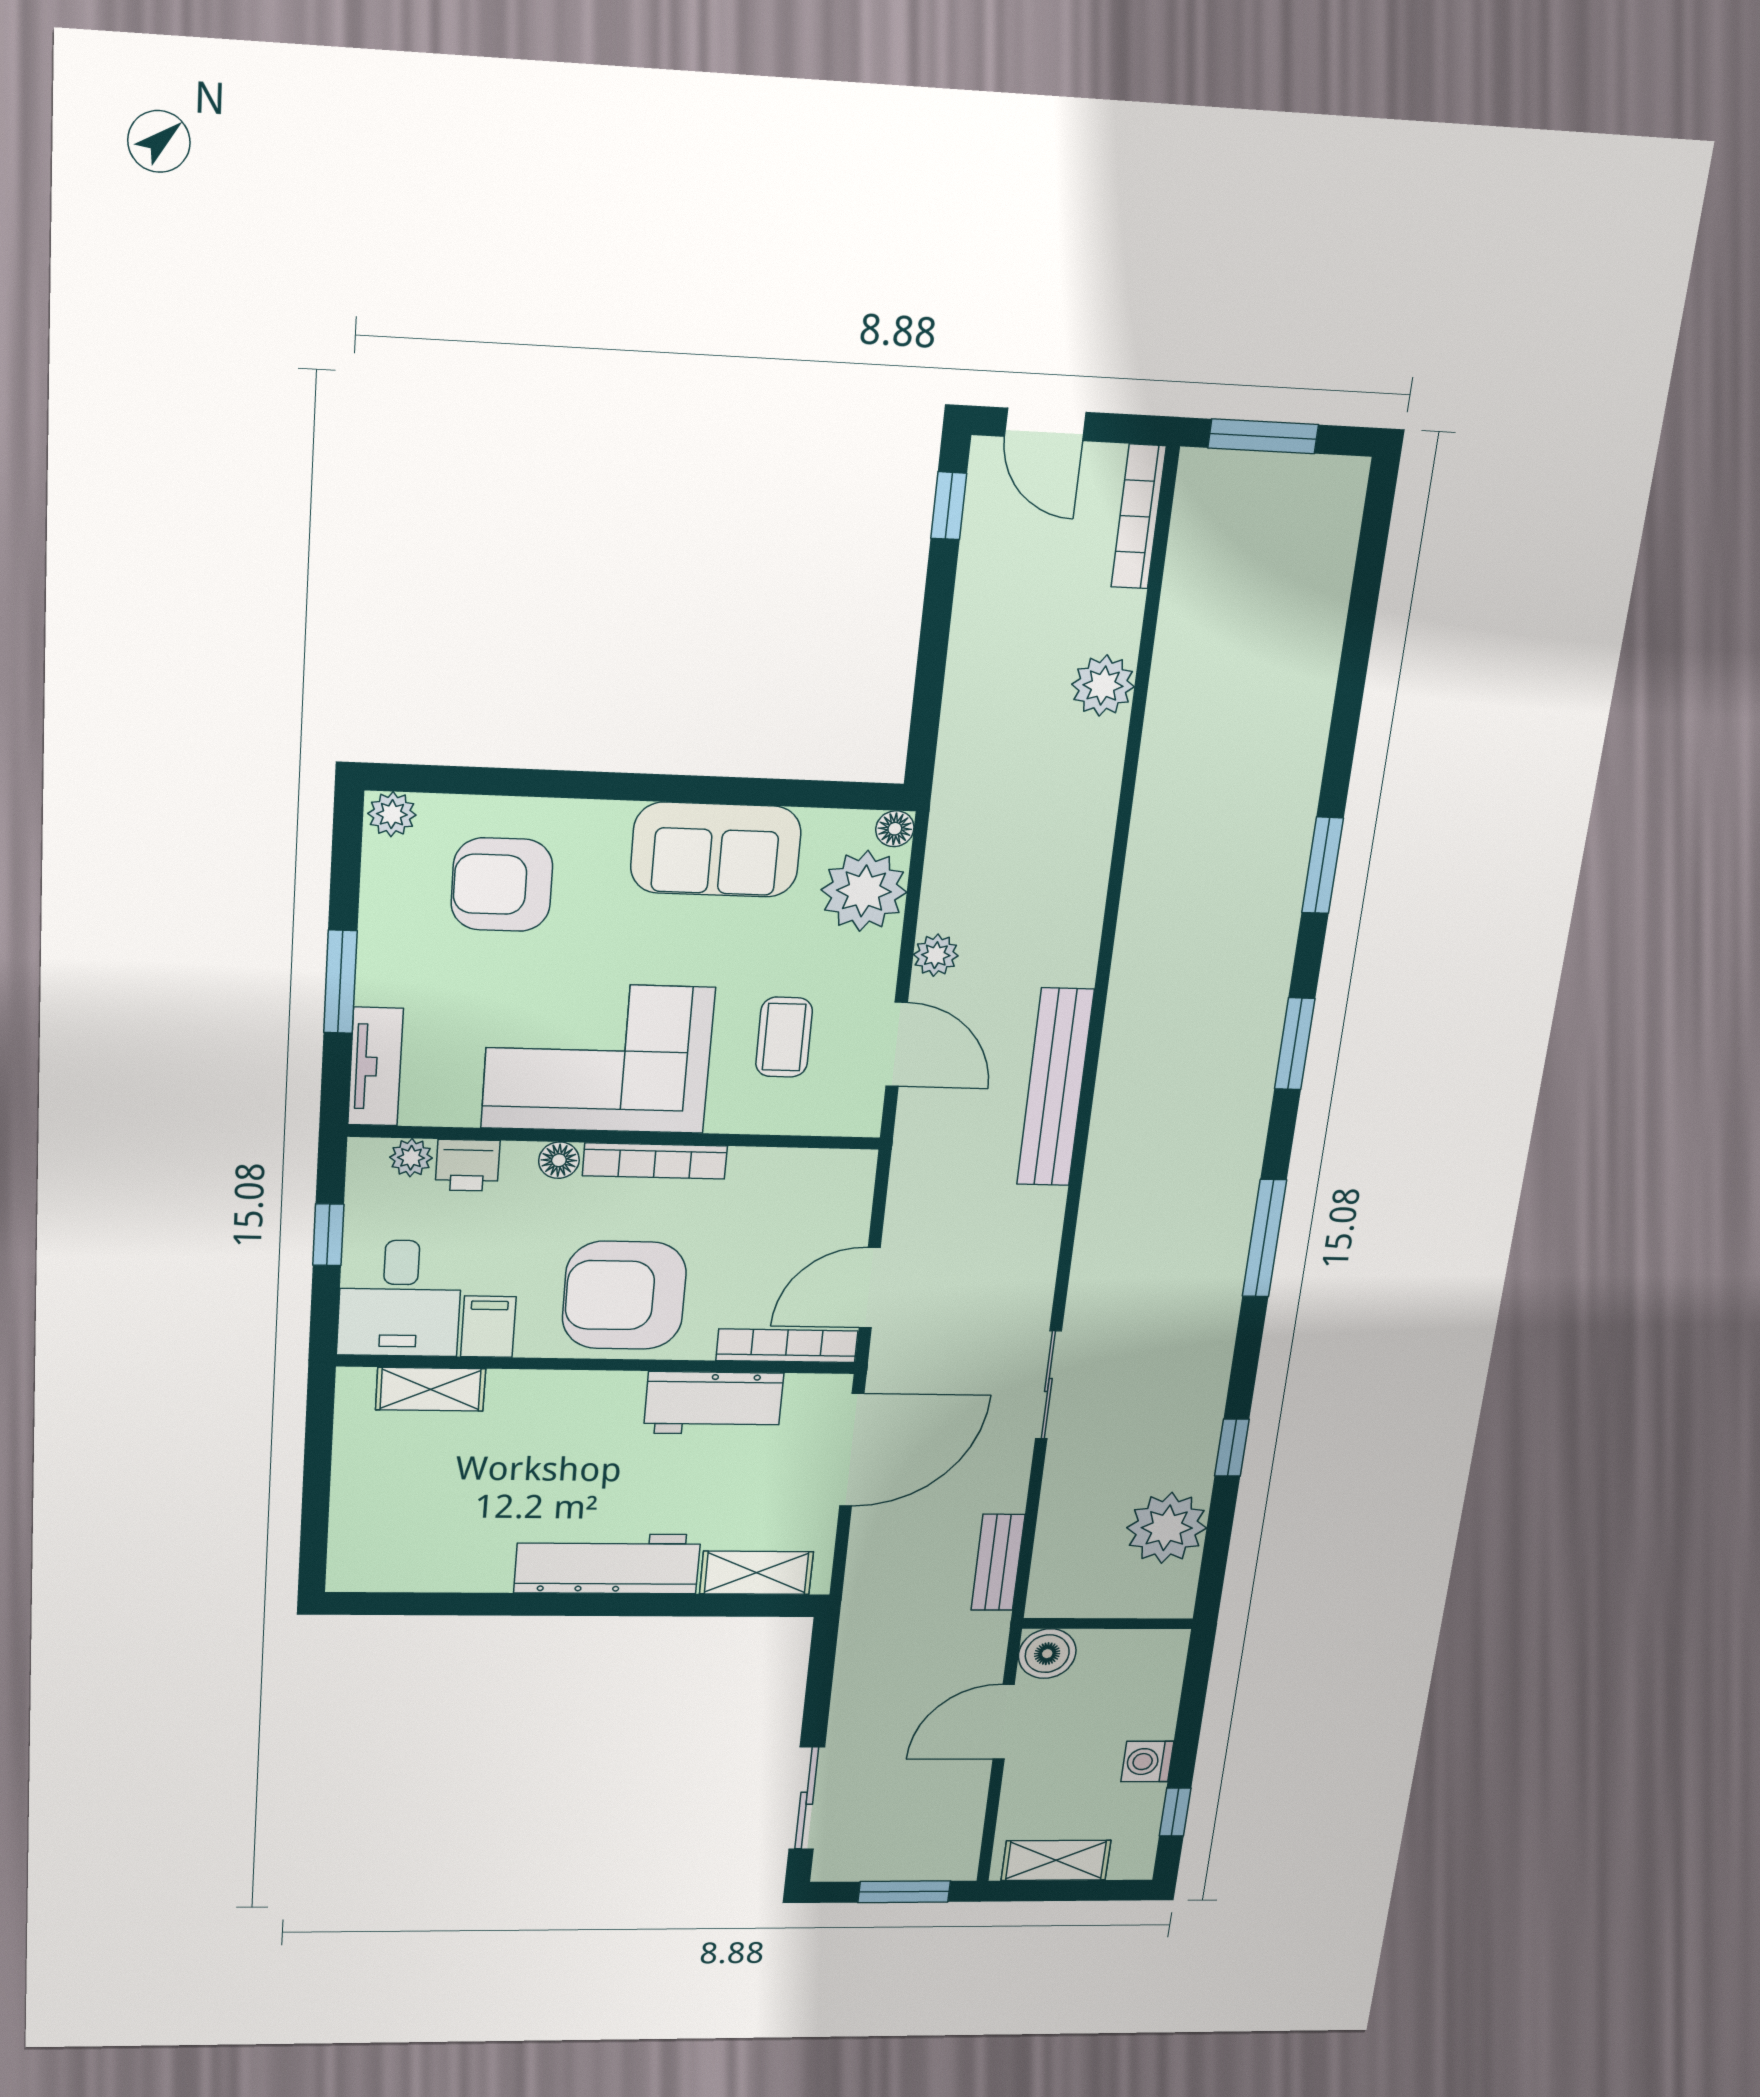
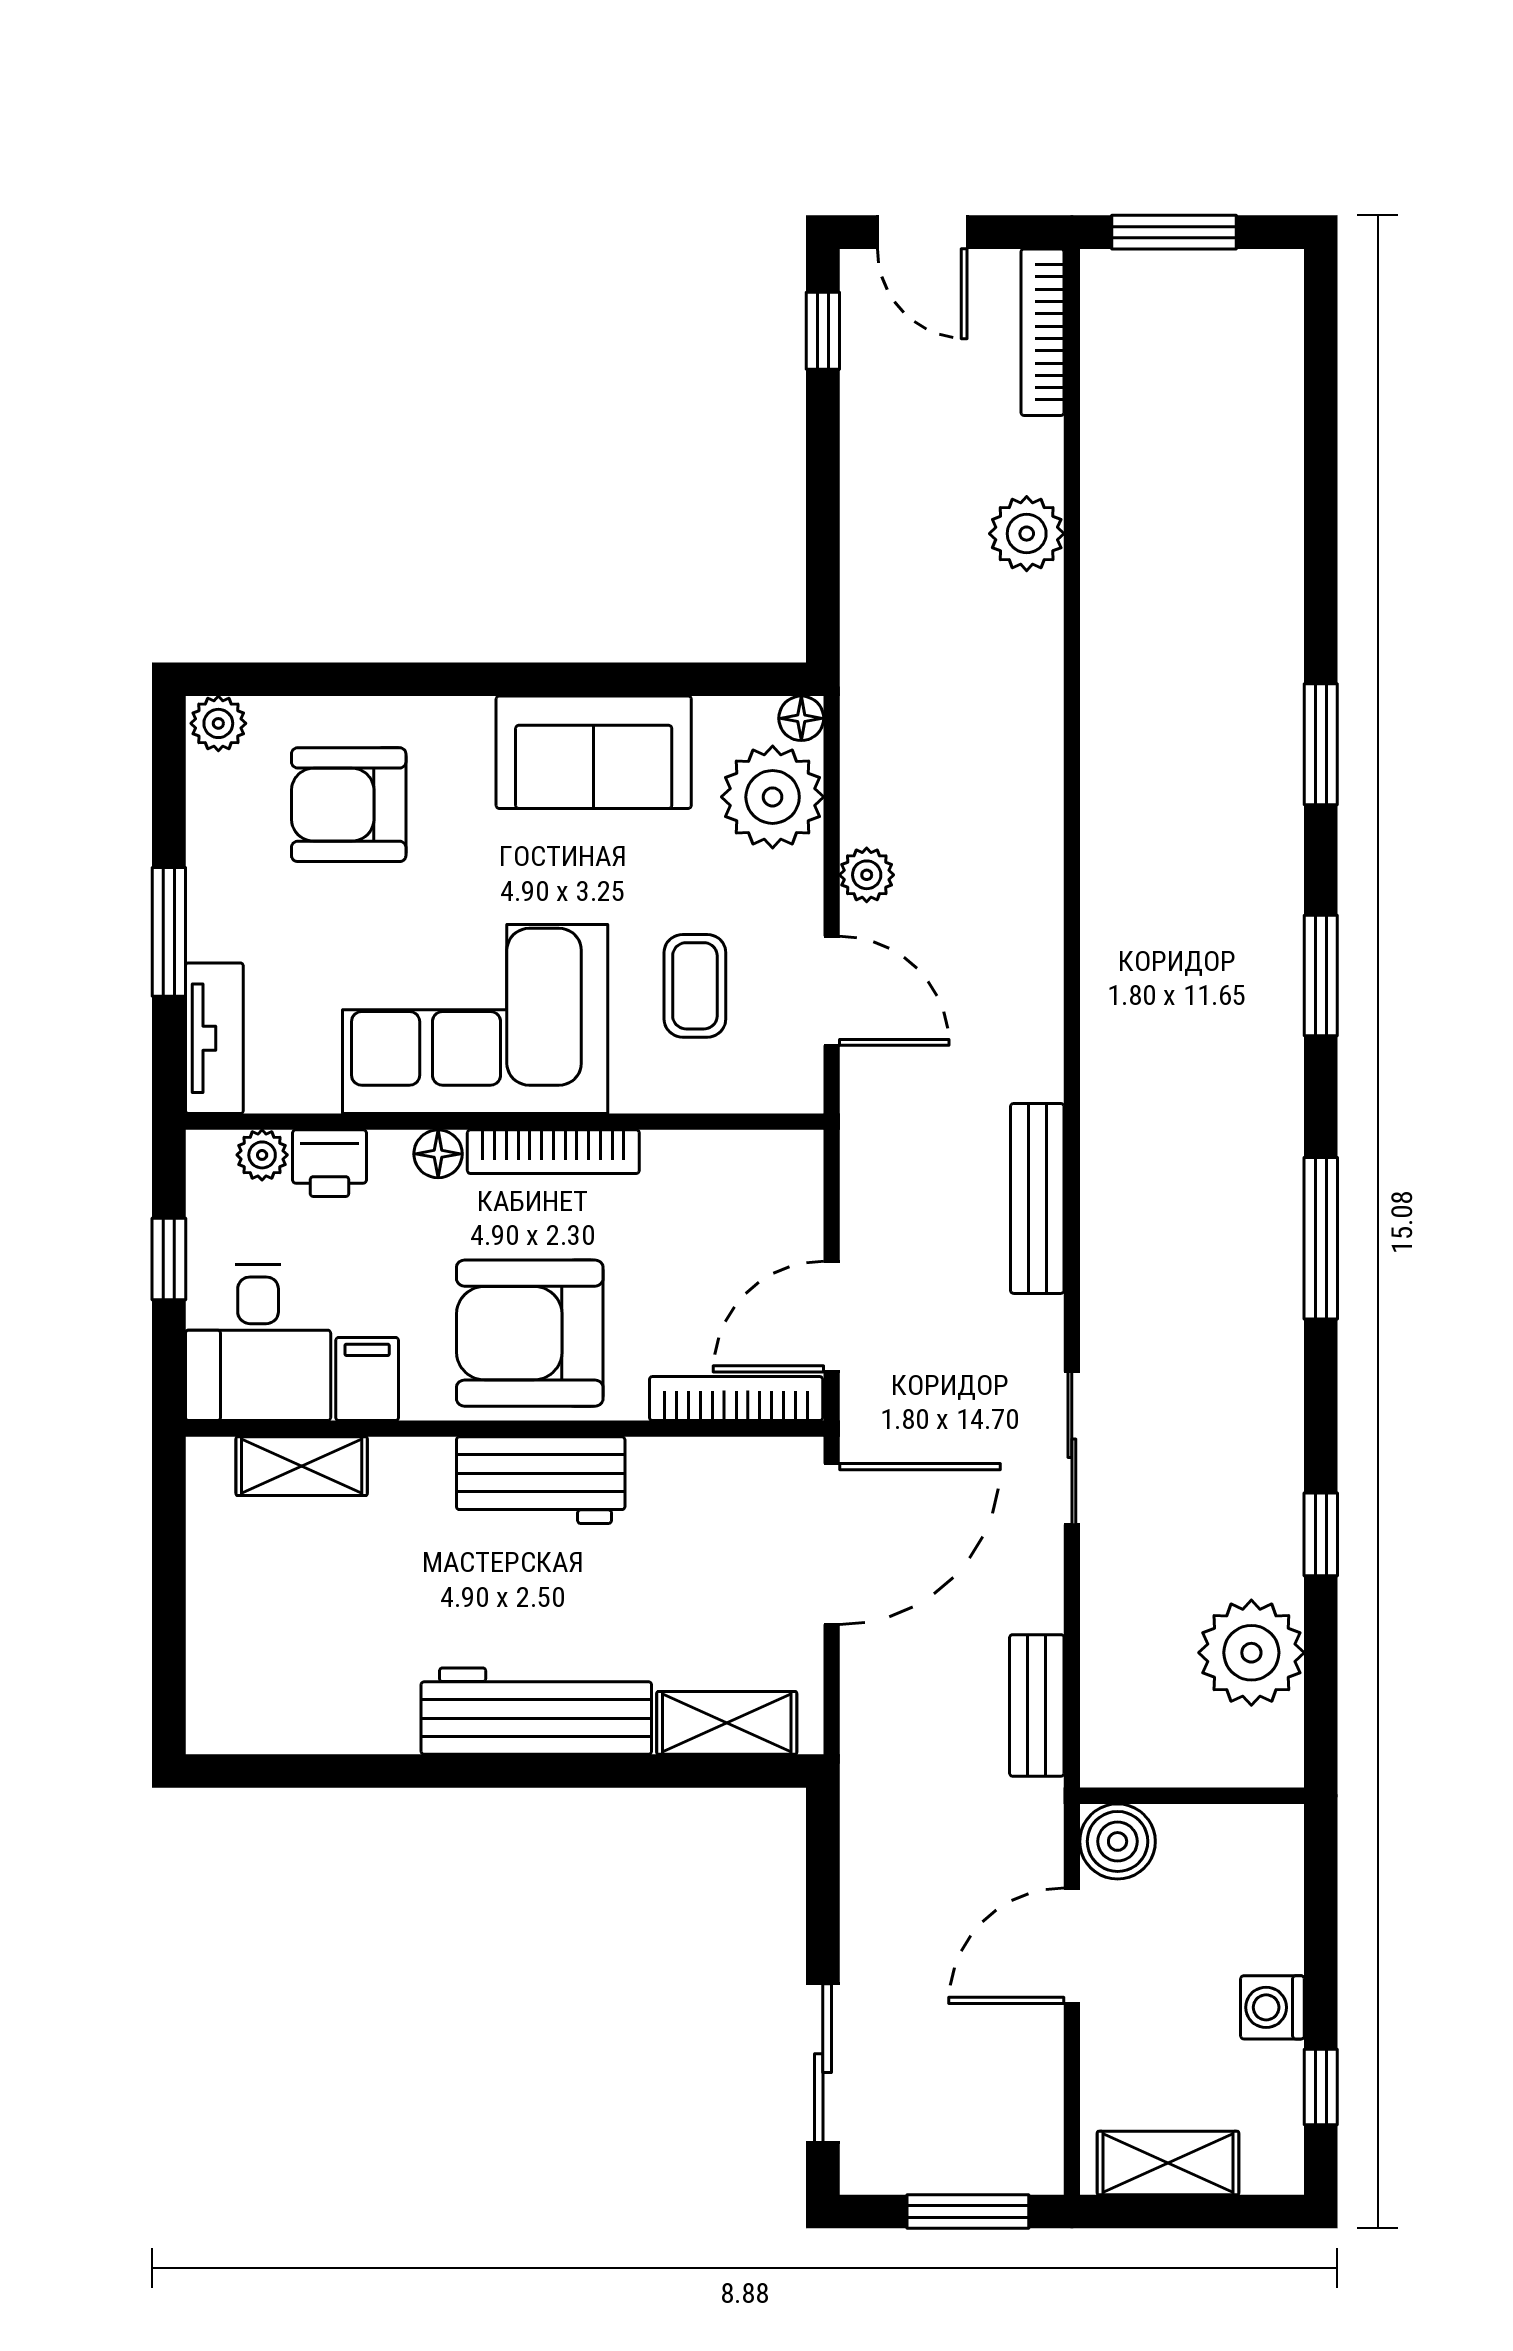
bench: (1055, 1088) -> (1037, 1198), moved, width x0.73, depth x0.82
workbench: (714, 1403) -> (541, 1480), moved

